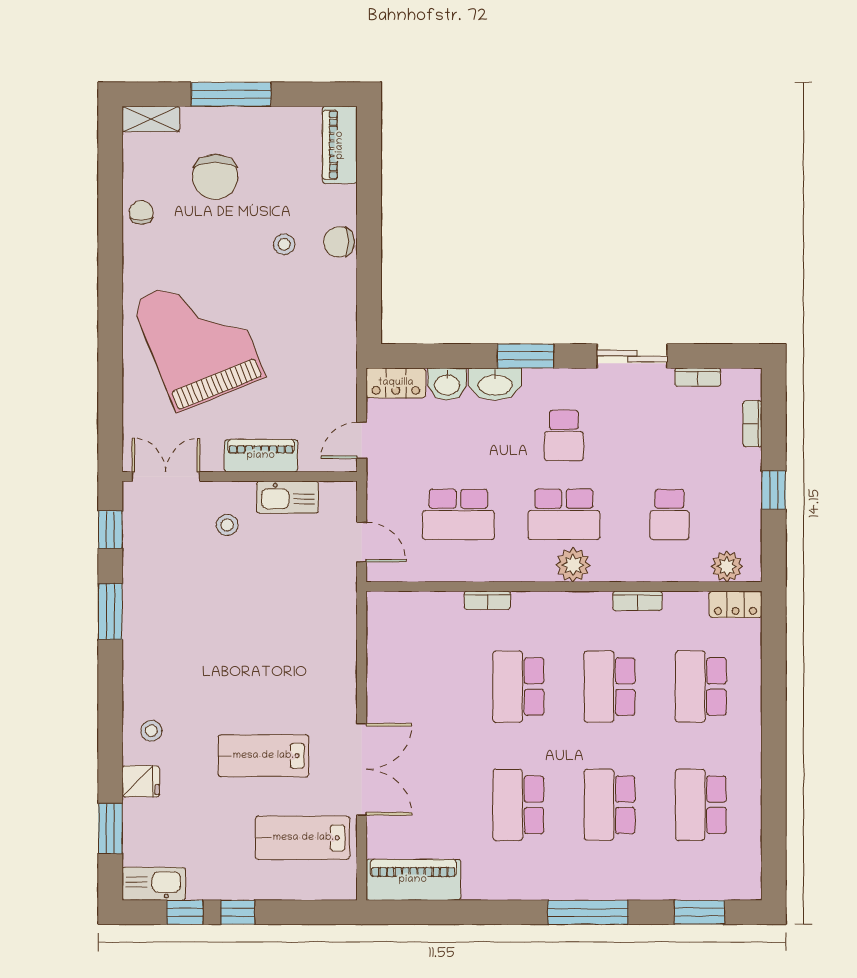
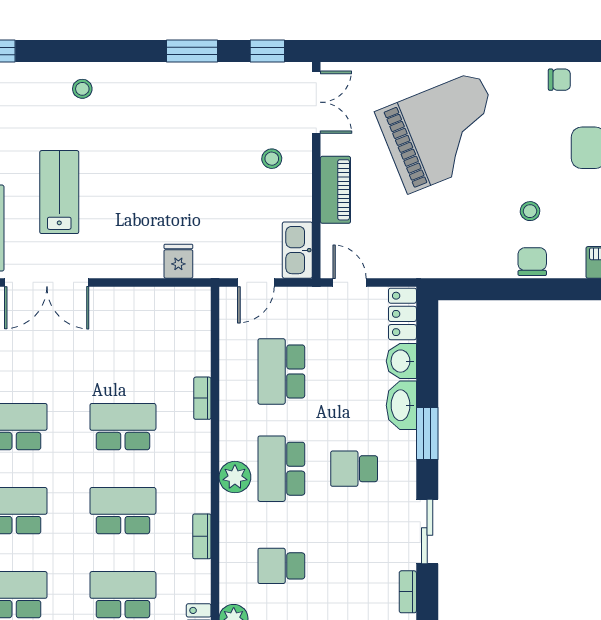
kitchen sink: (287, 497) -> (297, 250), moved
fridge: (141, 781) -> (178, 261), moved, turned 180

